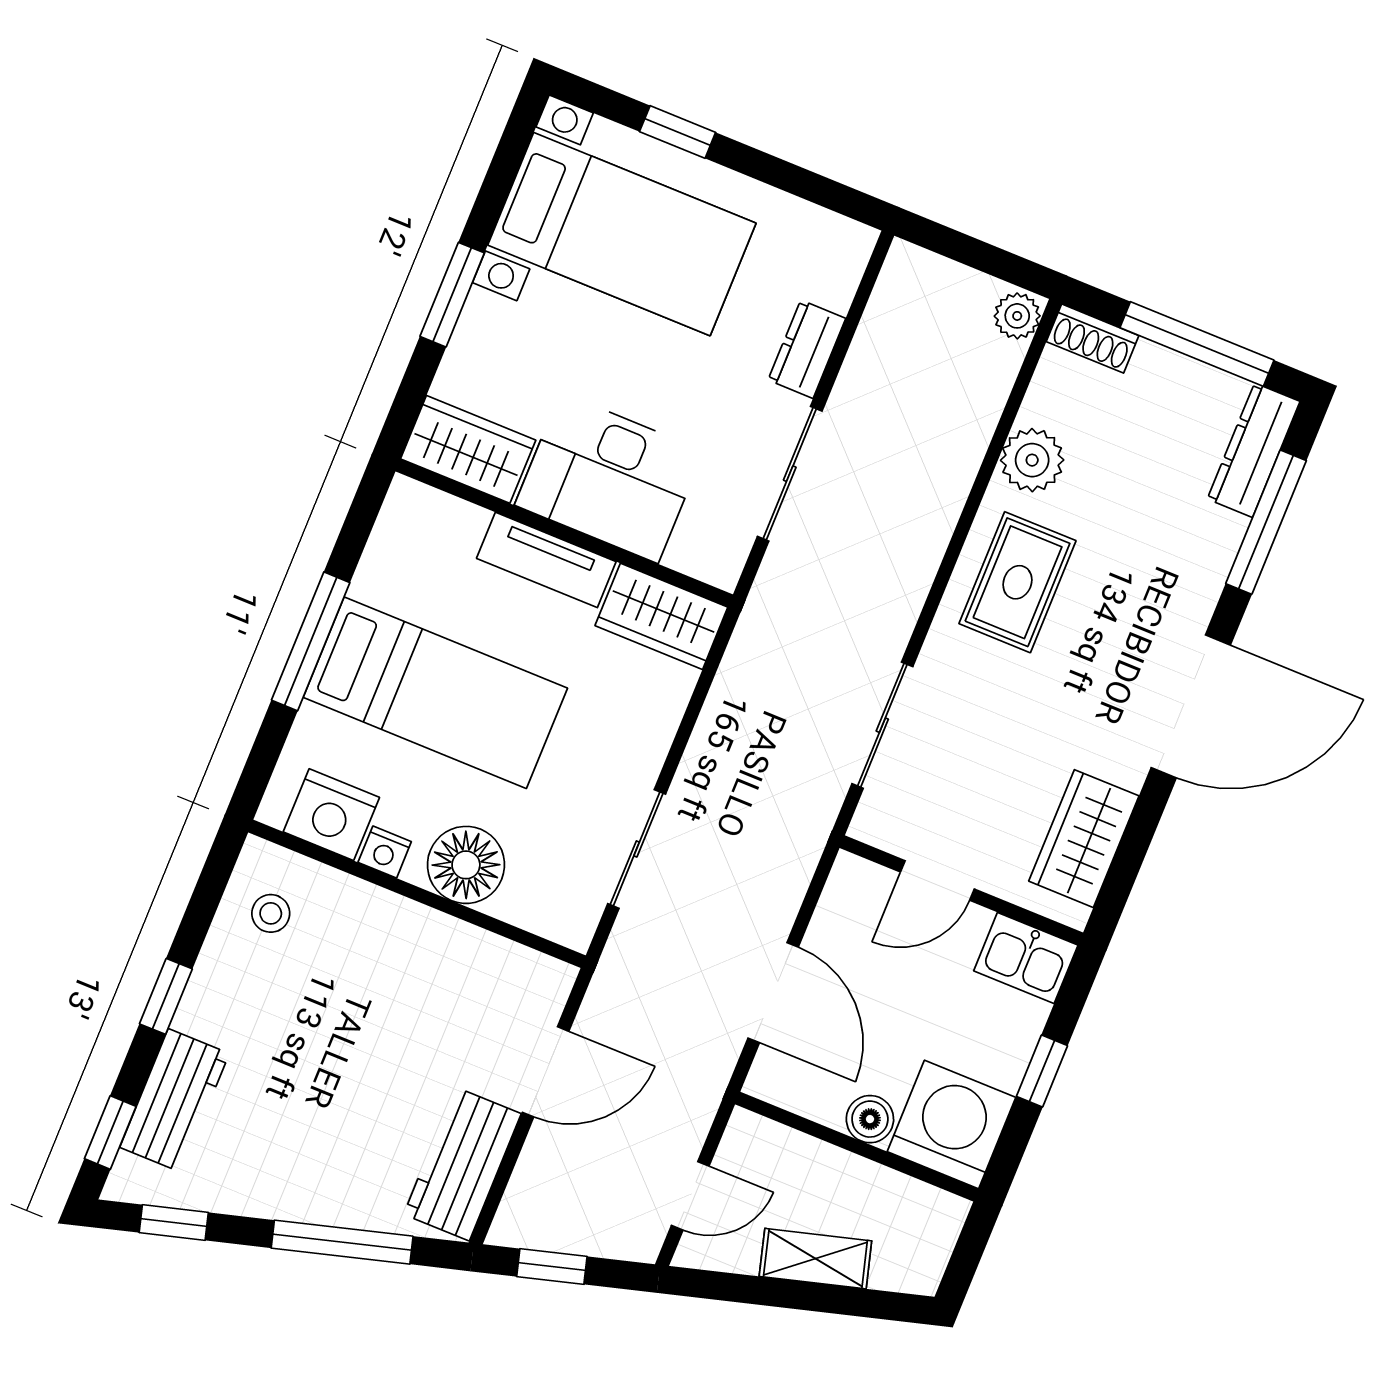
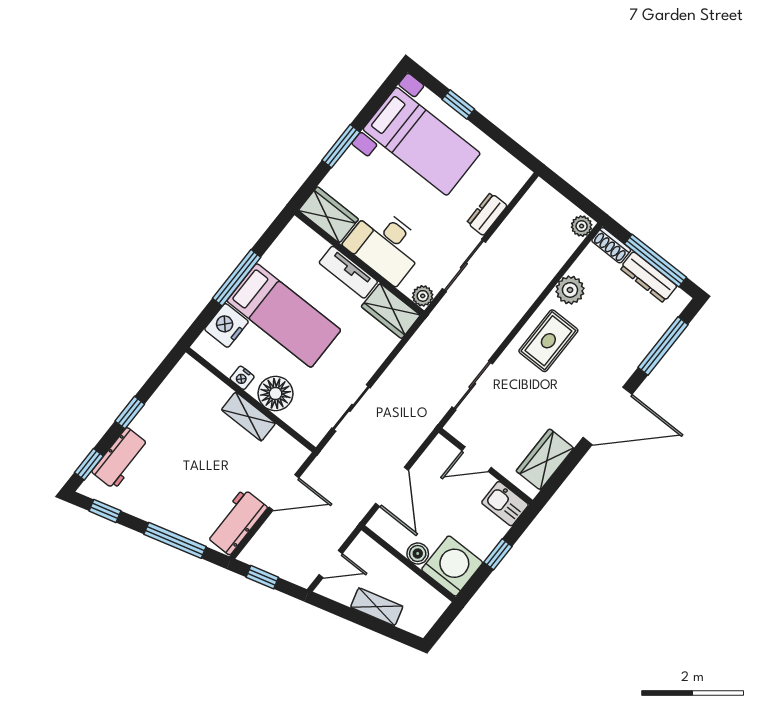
dresser: (1254, 450) -> (648, 277), moved, turned -90
plant: (720, 564) -> (423, 296), added
nightstand: (331, 815) -> (226, 325), moved, turned 90
stool: (271, 913) -> (185, 390), removed
shelving: (422, 931) -> (248, 417), added

